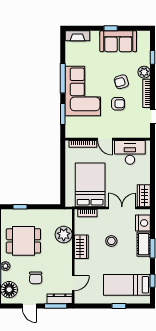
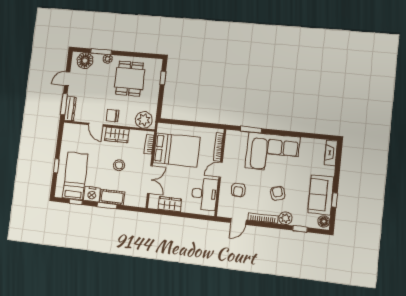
window: (111, 28) -> (334, 200), moved
floor lamp: (143, 36) -> (324, 221), added
window: (63, 78) -> (288, 133), removed
armchair: (118, 104) -> (238, 190), moved
wardrobe: (144, 196) -> (170, 204), moved
nightstand: (143, 223) -> (92, 194), moved
plant: (64, 235) -> (144, 120), moved
chair: (36, 278) -> (113, 116), moved
door: (73, 283) -> (96, 125), moved

